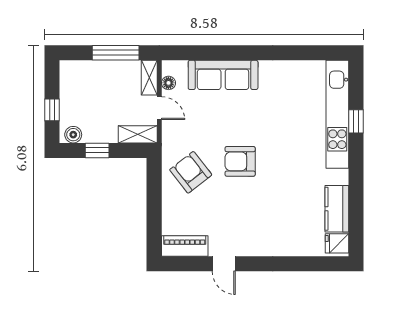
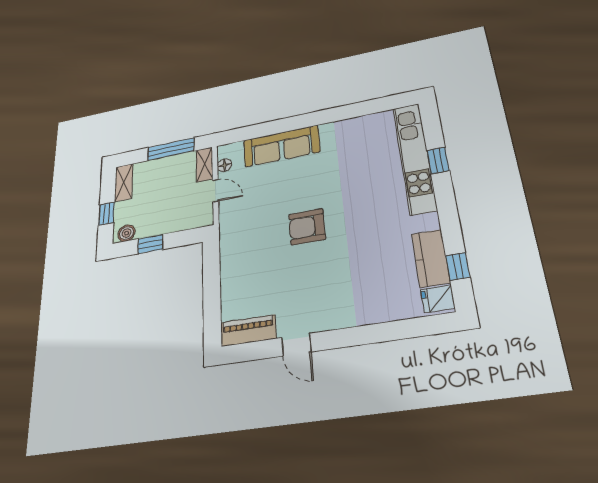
shelving: (138, 134) -> (124, 183), moved, turned 90
armchair: (191, 172) -> (252, 248), removed
window: (356, 219) -> (458, 266), added

